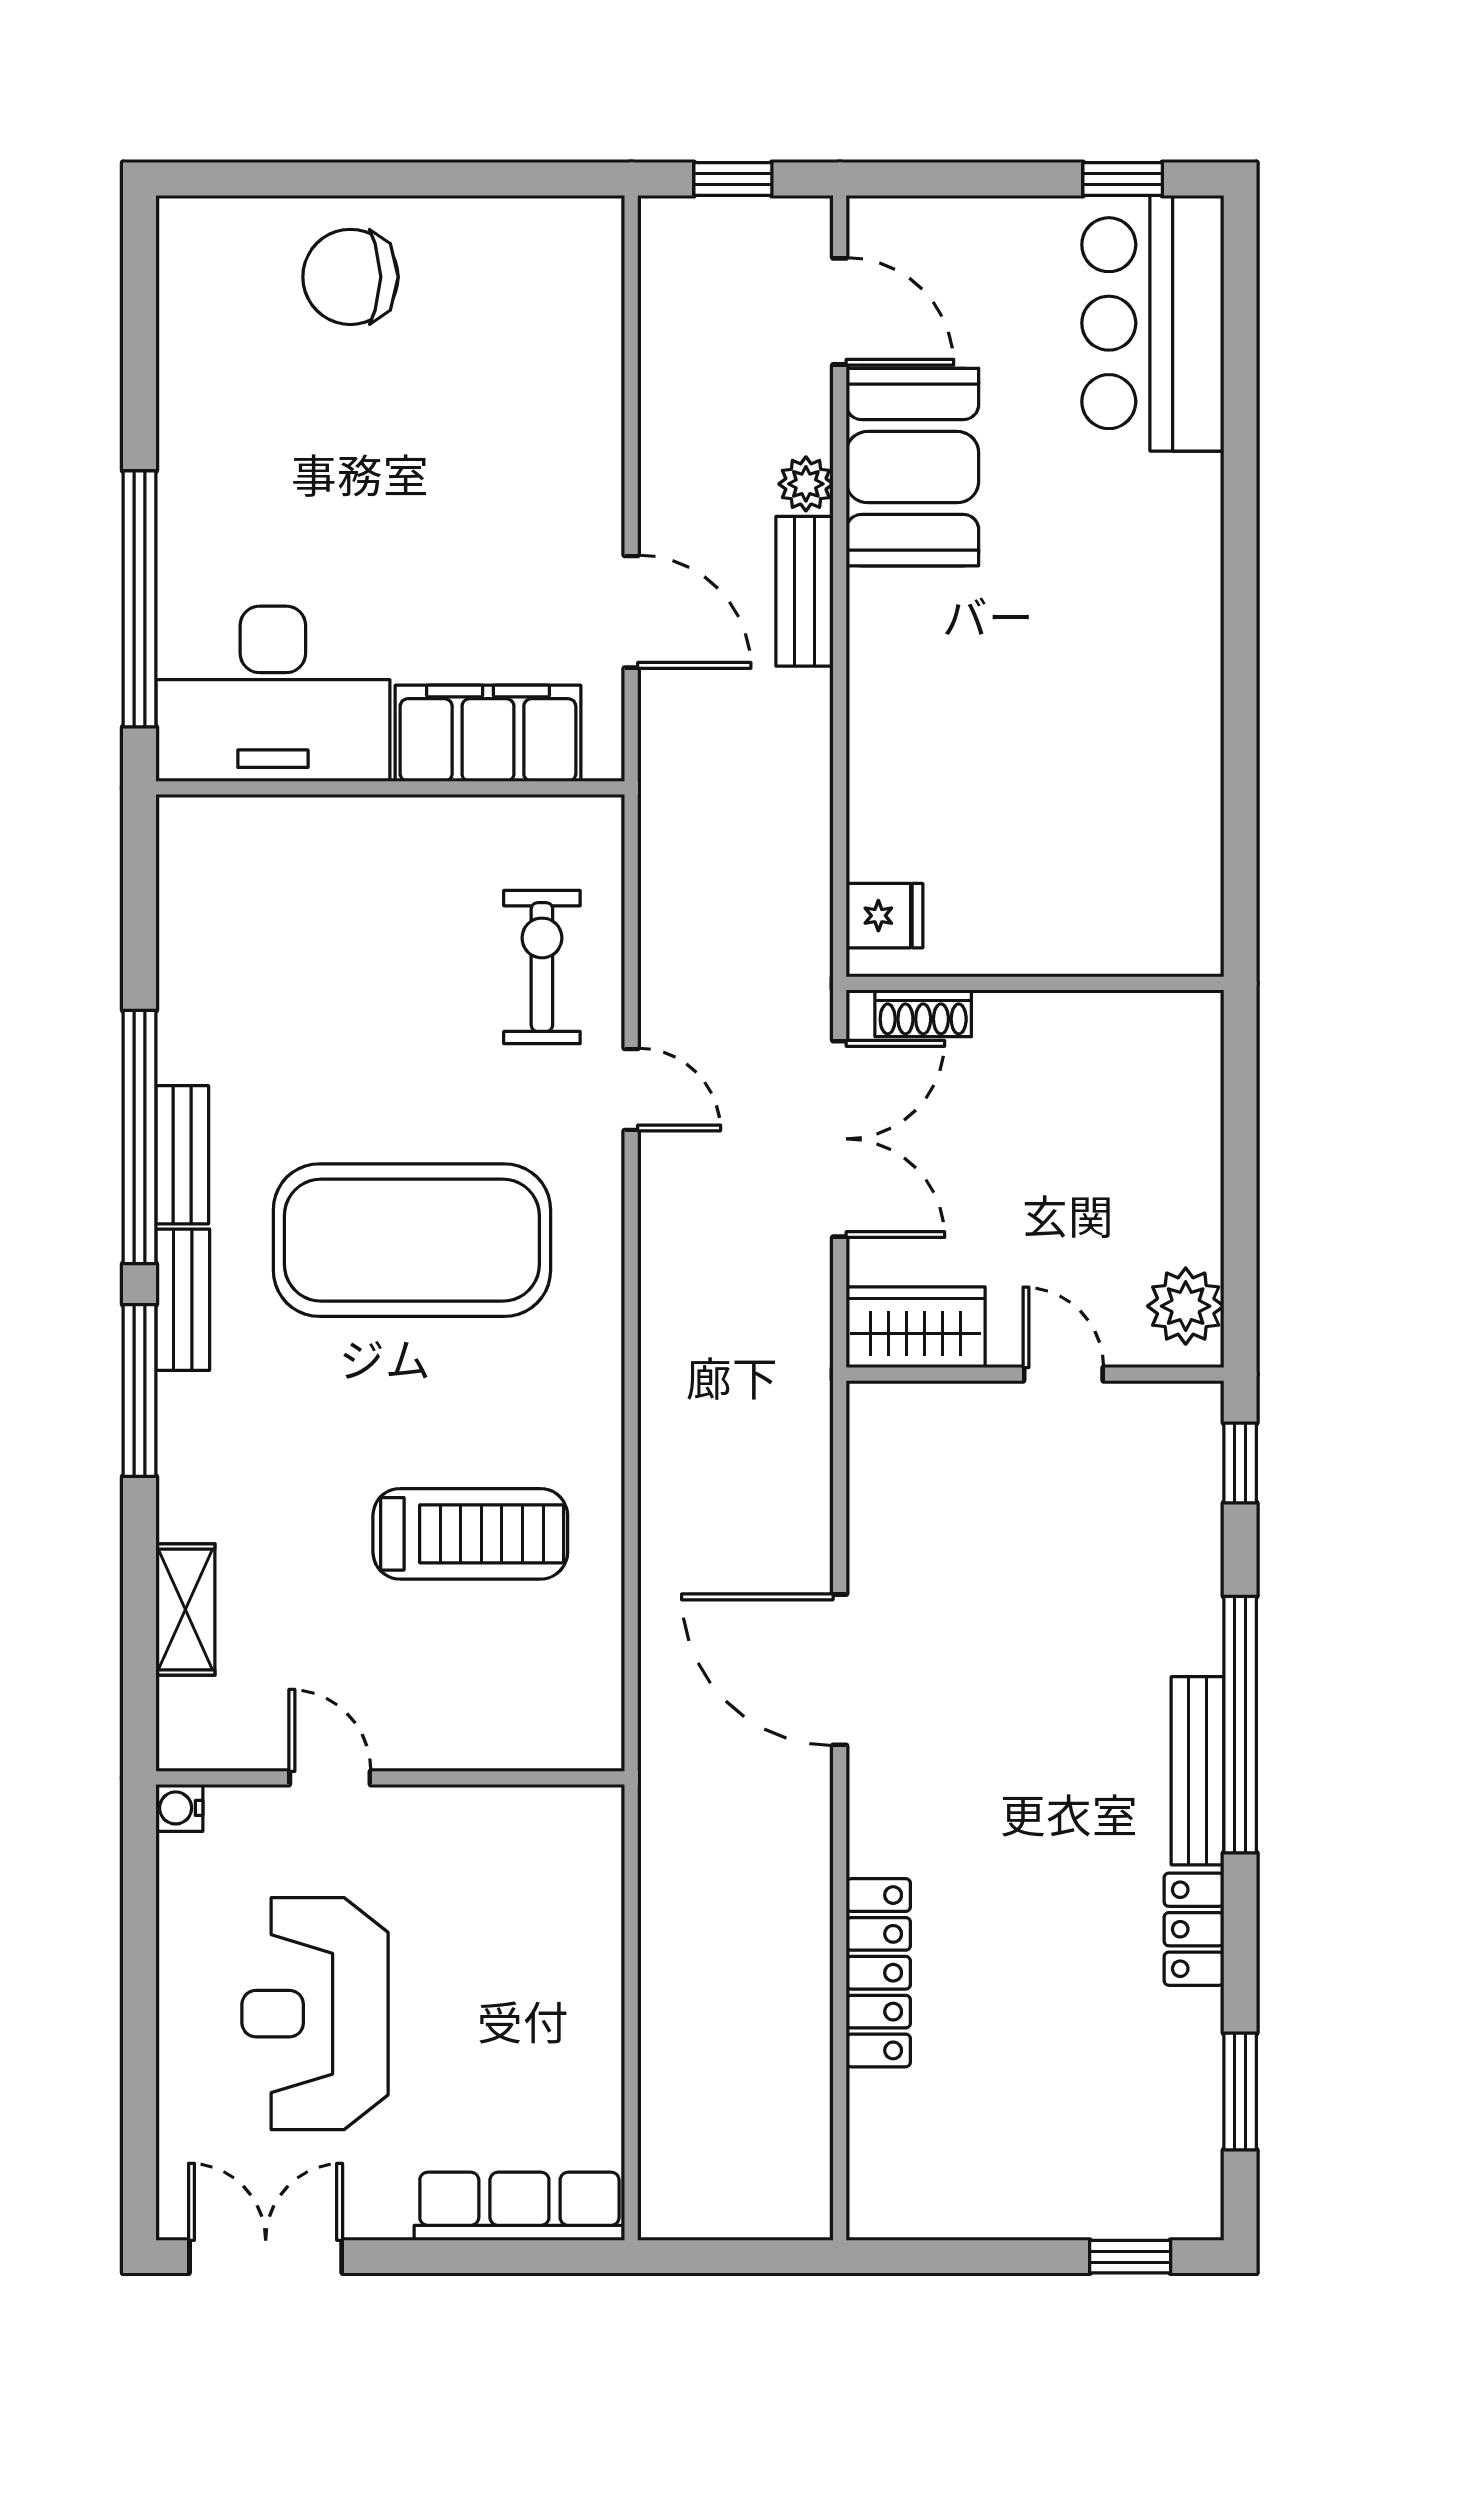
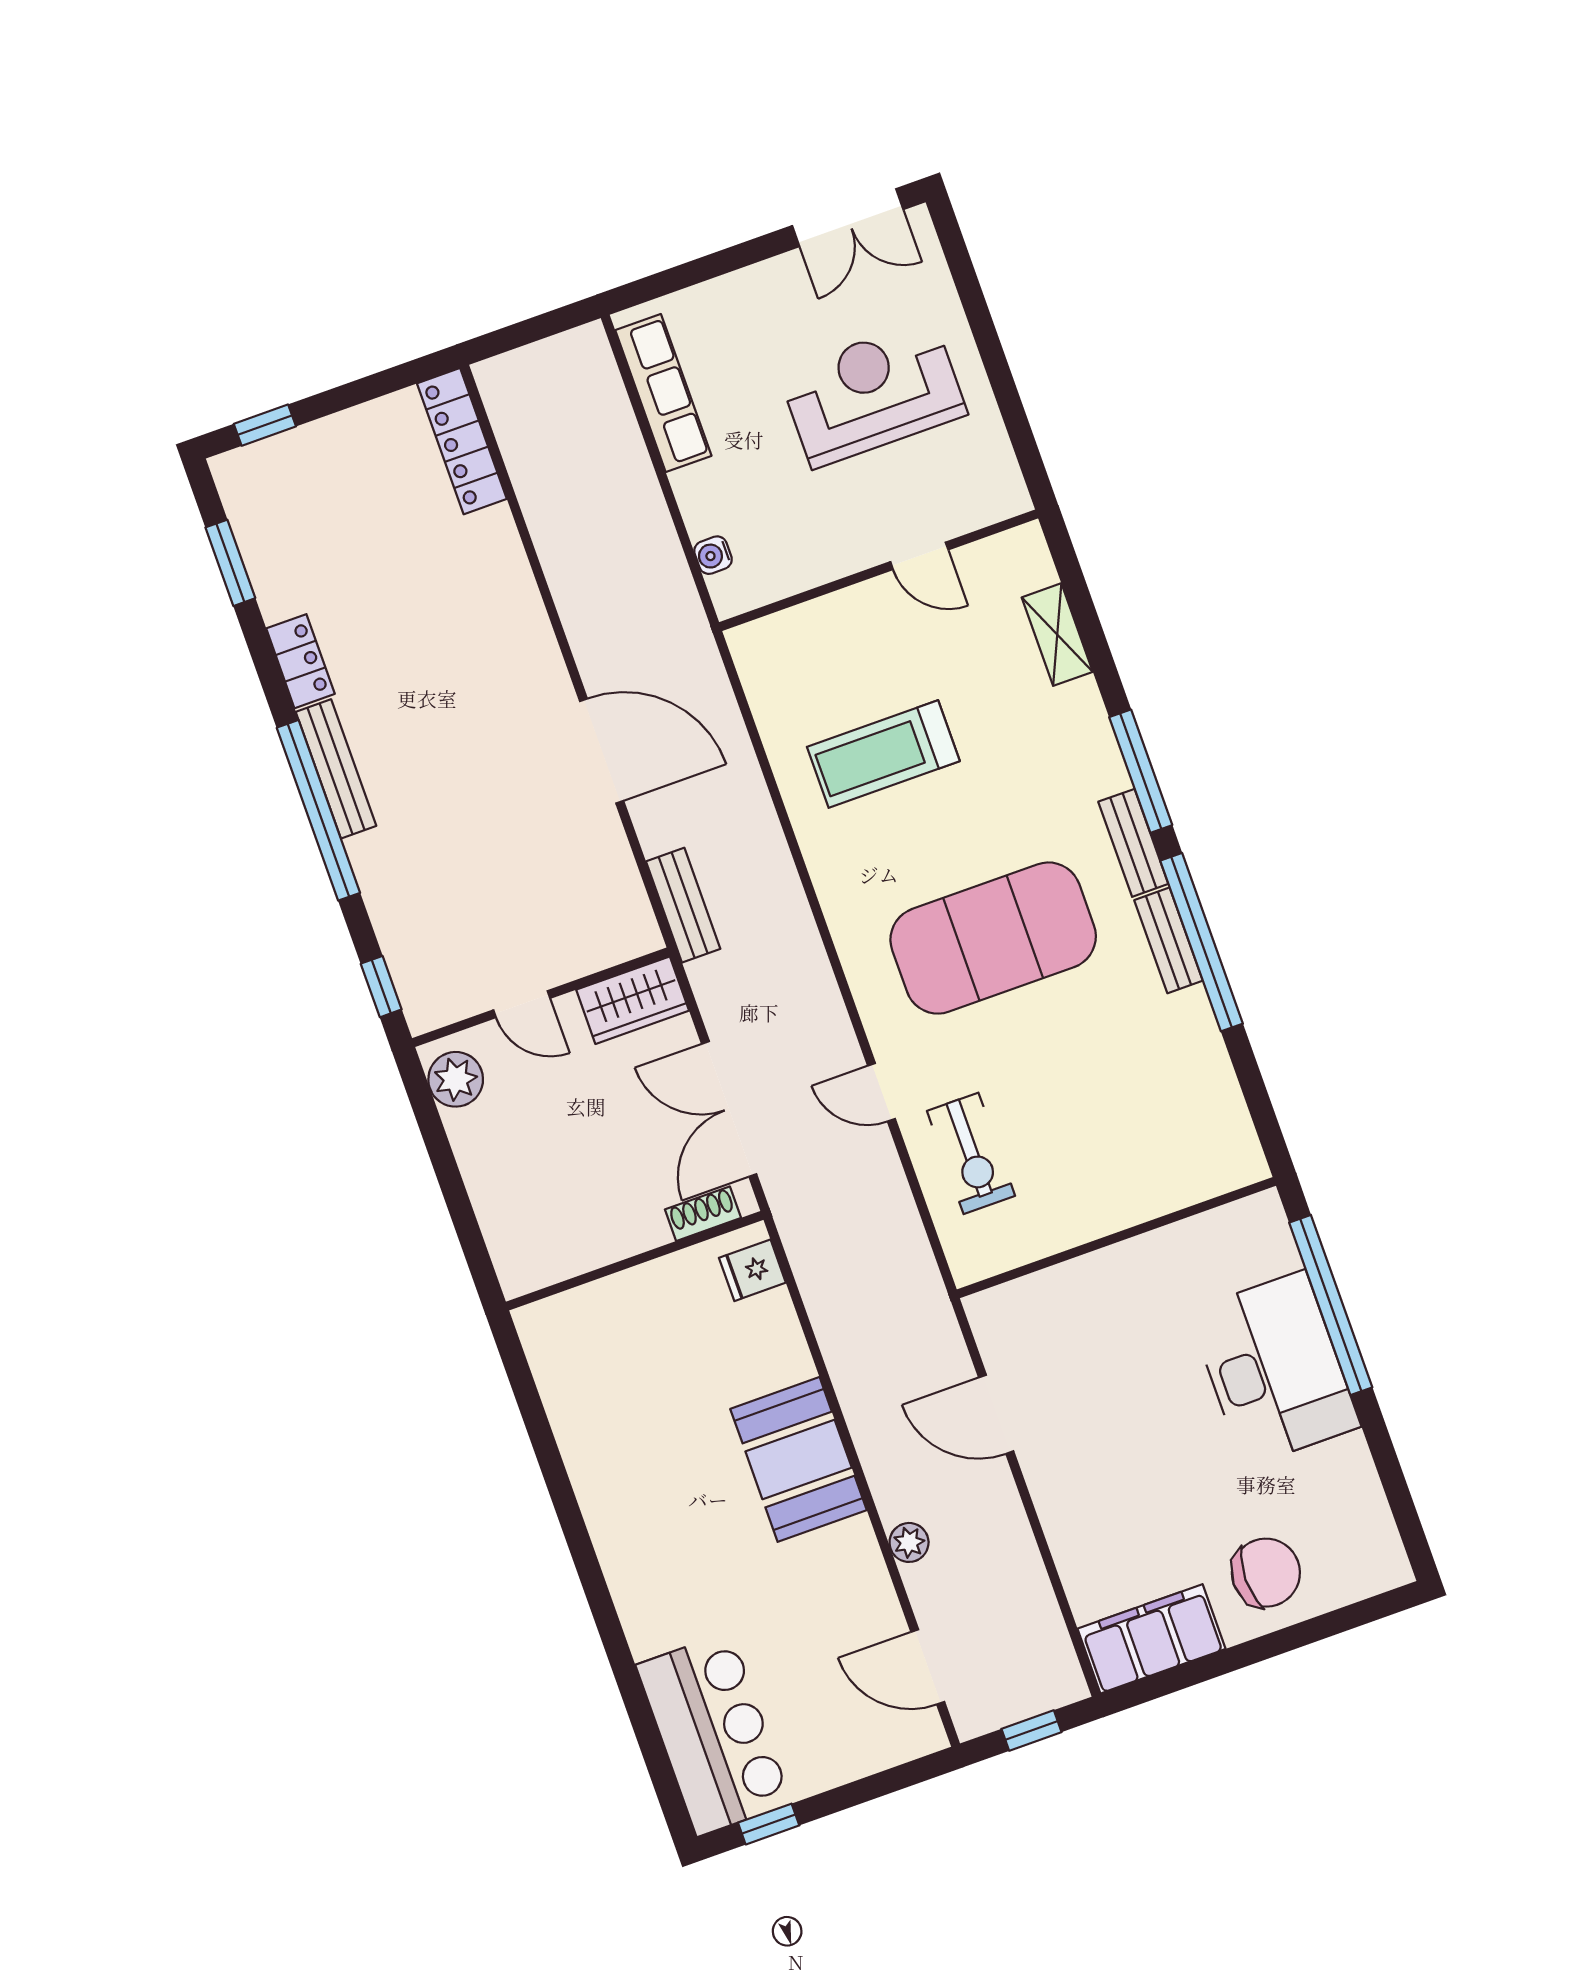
booth: (912, 467) -> (799, 1459), moved
bench: (805, 591) -> (683, 905), moved
desk: (273, 694) -> (1274, 1369), moved, turned 90
filing cabinet: (488, 733) -> (1152, 1639), moved, turned 180
water cooler: (179, 1808) -> (713, 555), moved, turned 180
locker: (878, 1973) -> (462, 441), moved
reception desk: (315, 2014) -> (873, 393), turned -90
row of seats: (519, 2206) -> (663, 393), moved, turned -90

